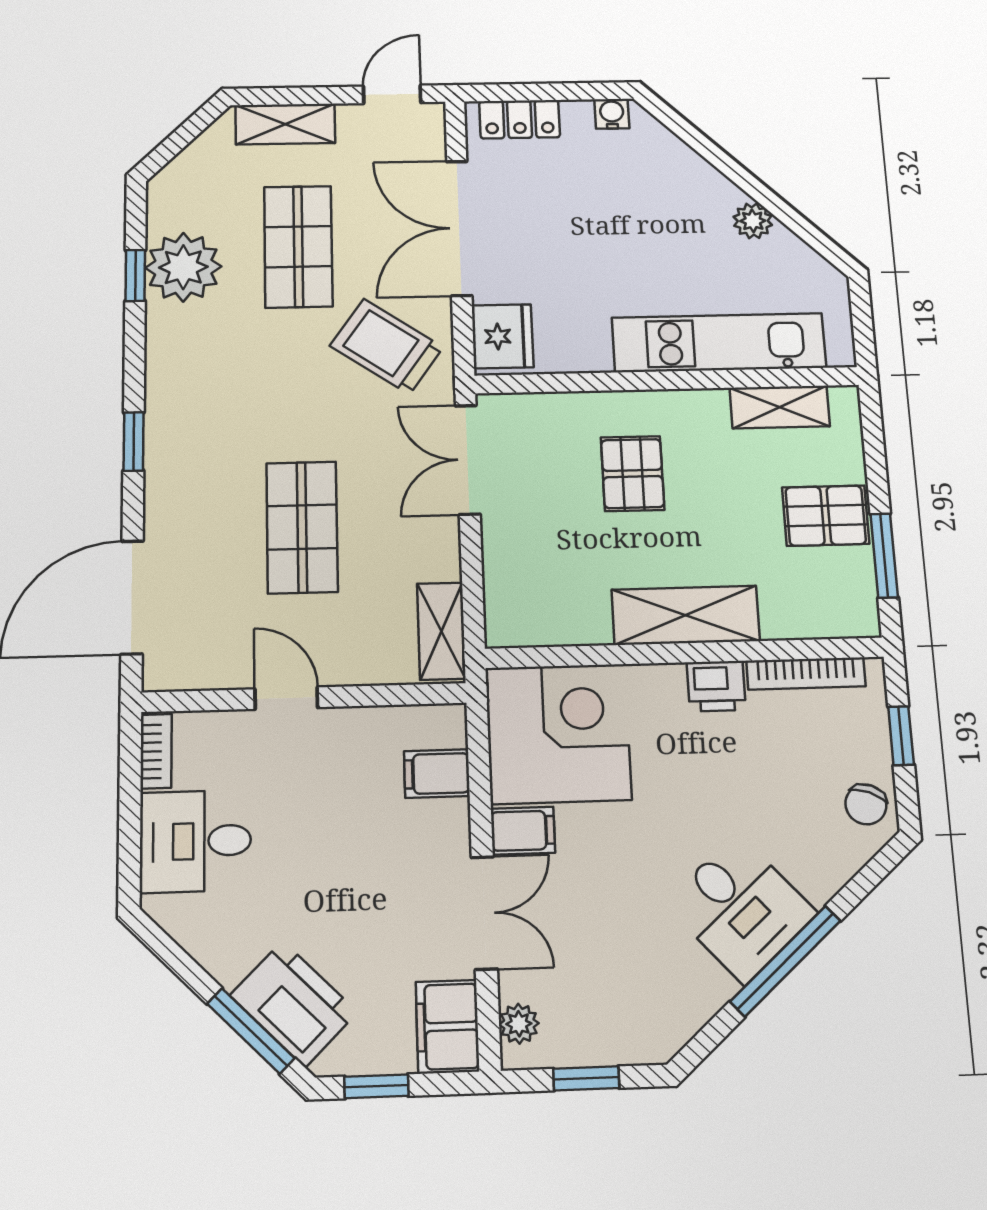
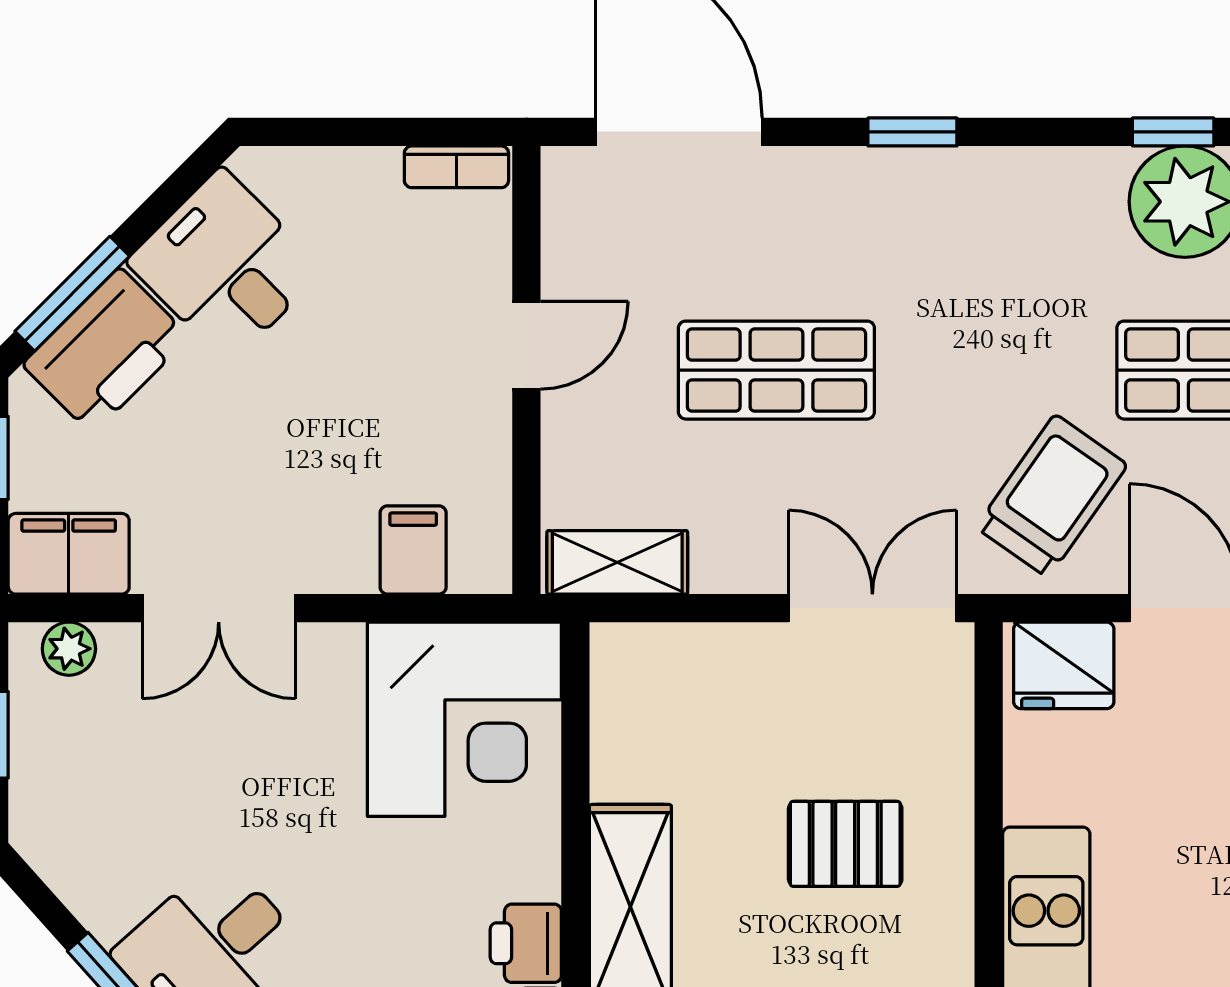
filing cabinet: (523, 831) -> (330, 665), removed
desk: (195, 841) -> (225, 266), moved, turned -45

